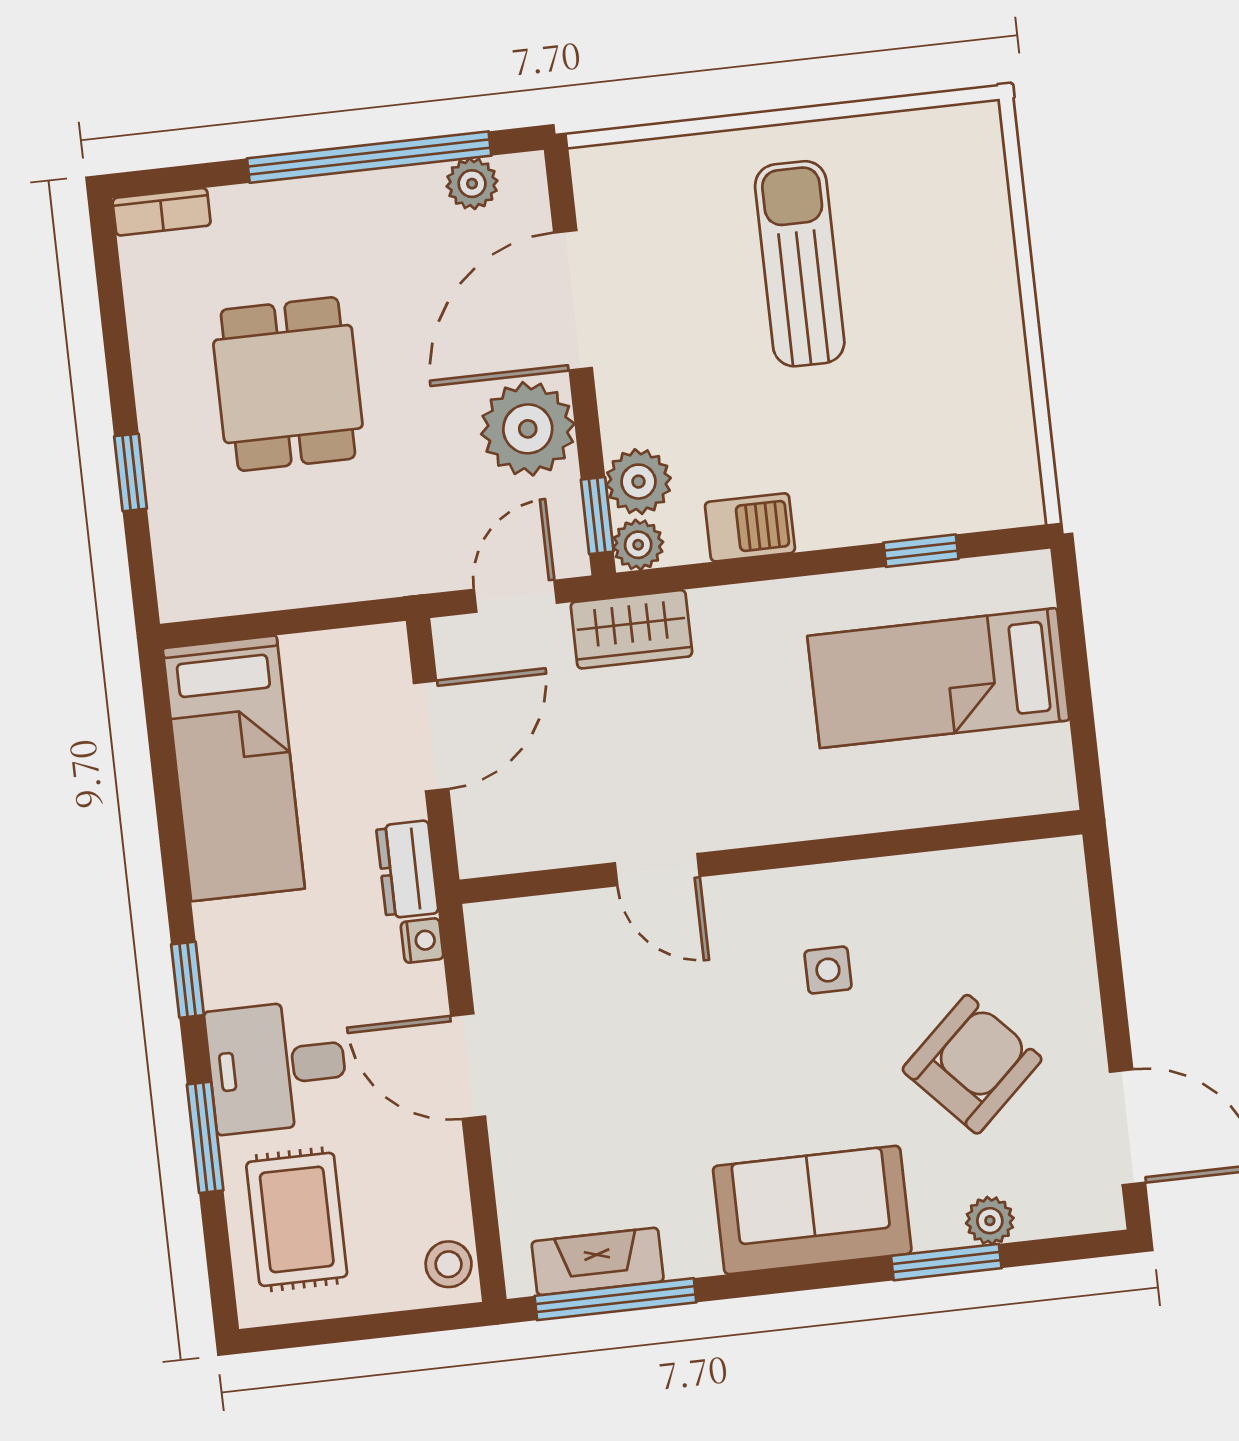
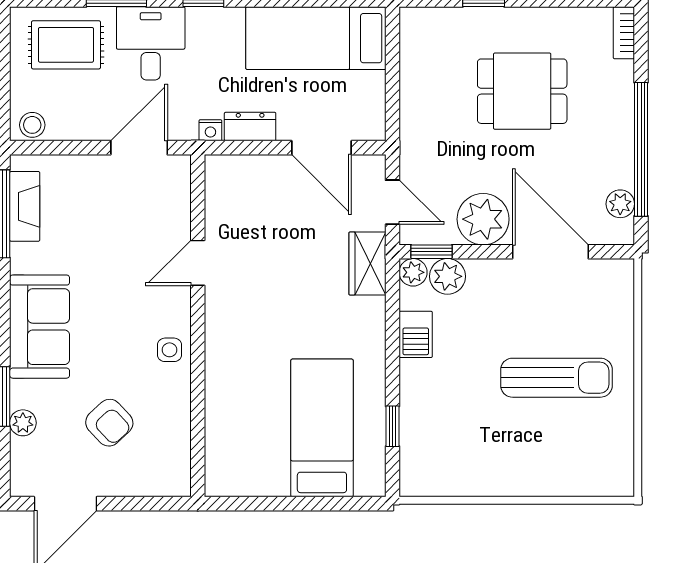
wall: (771, 857) -> (198, 326), moved
door: (657, 870) -> (198, 263), moved
armchair: (972, 1064) -> (109, 423), width x0.72, depth x0.72

